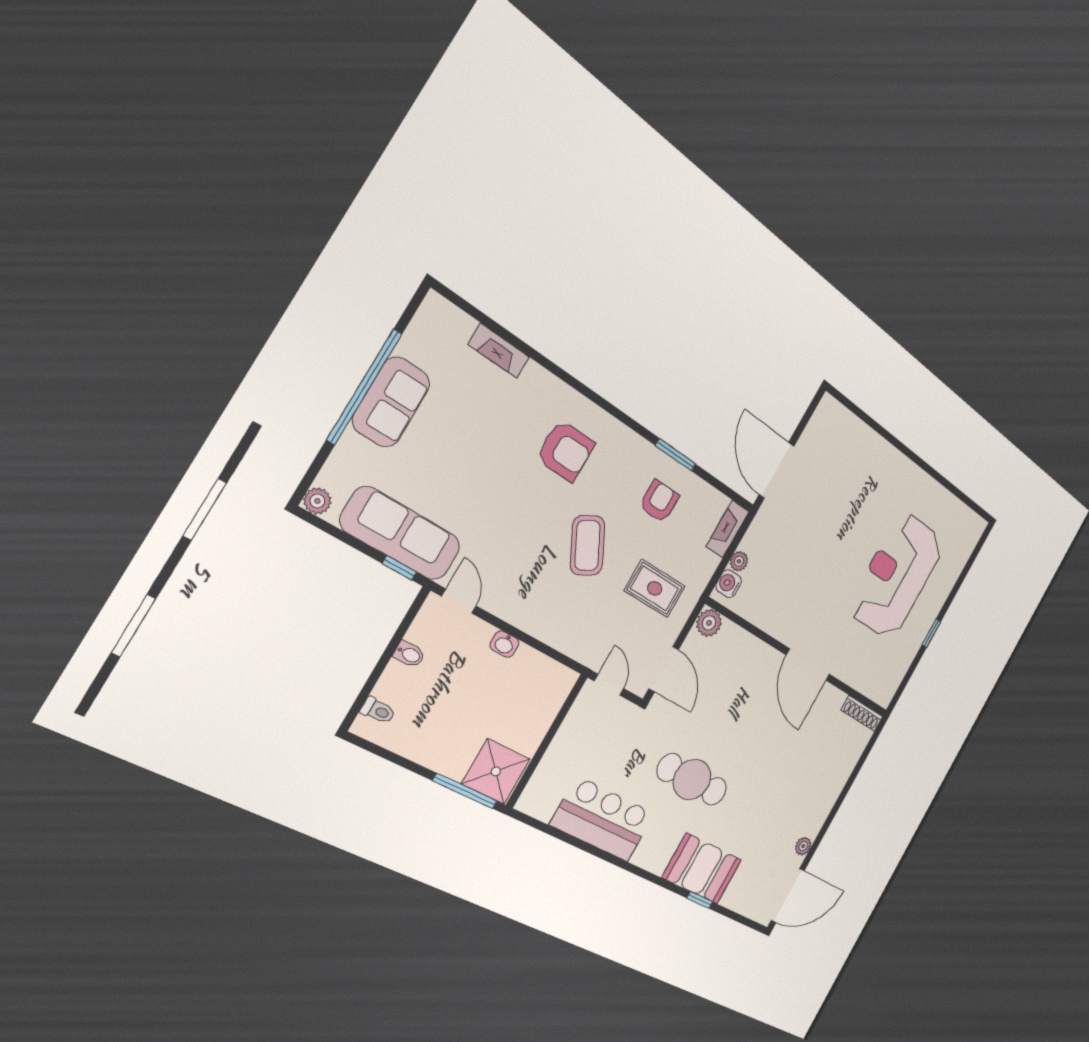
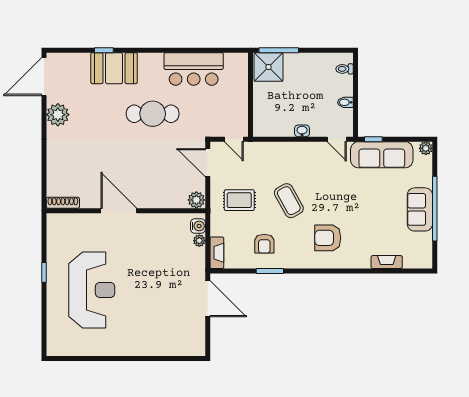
plant: (803, 846) -> (58, 115), width x1.87, depth x1.87

